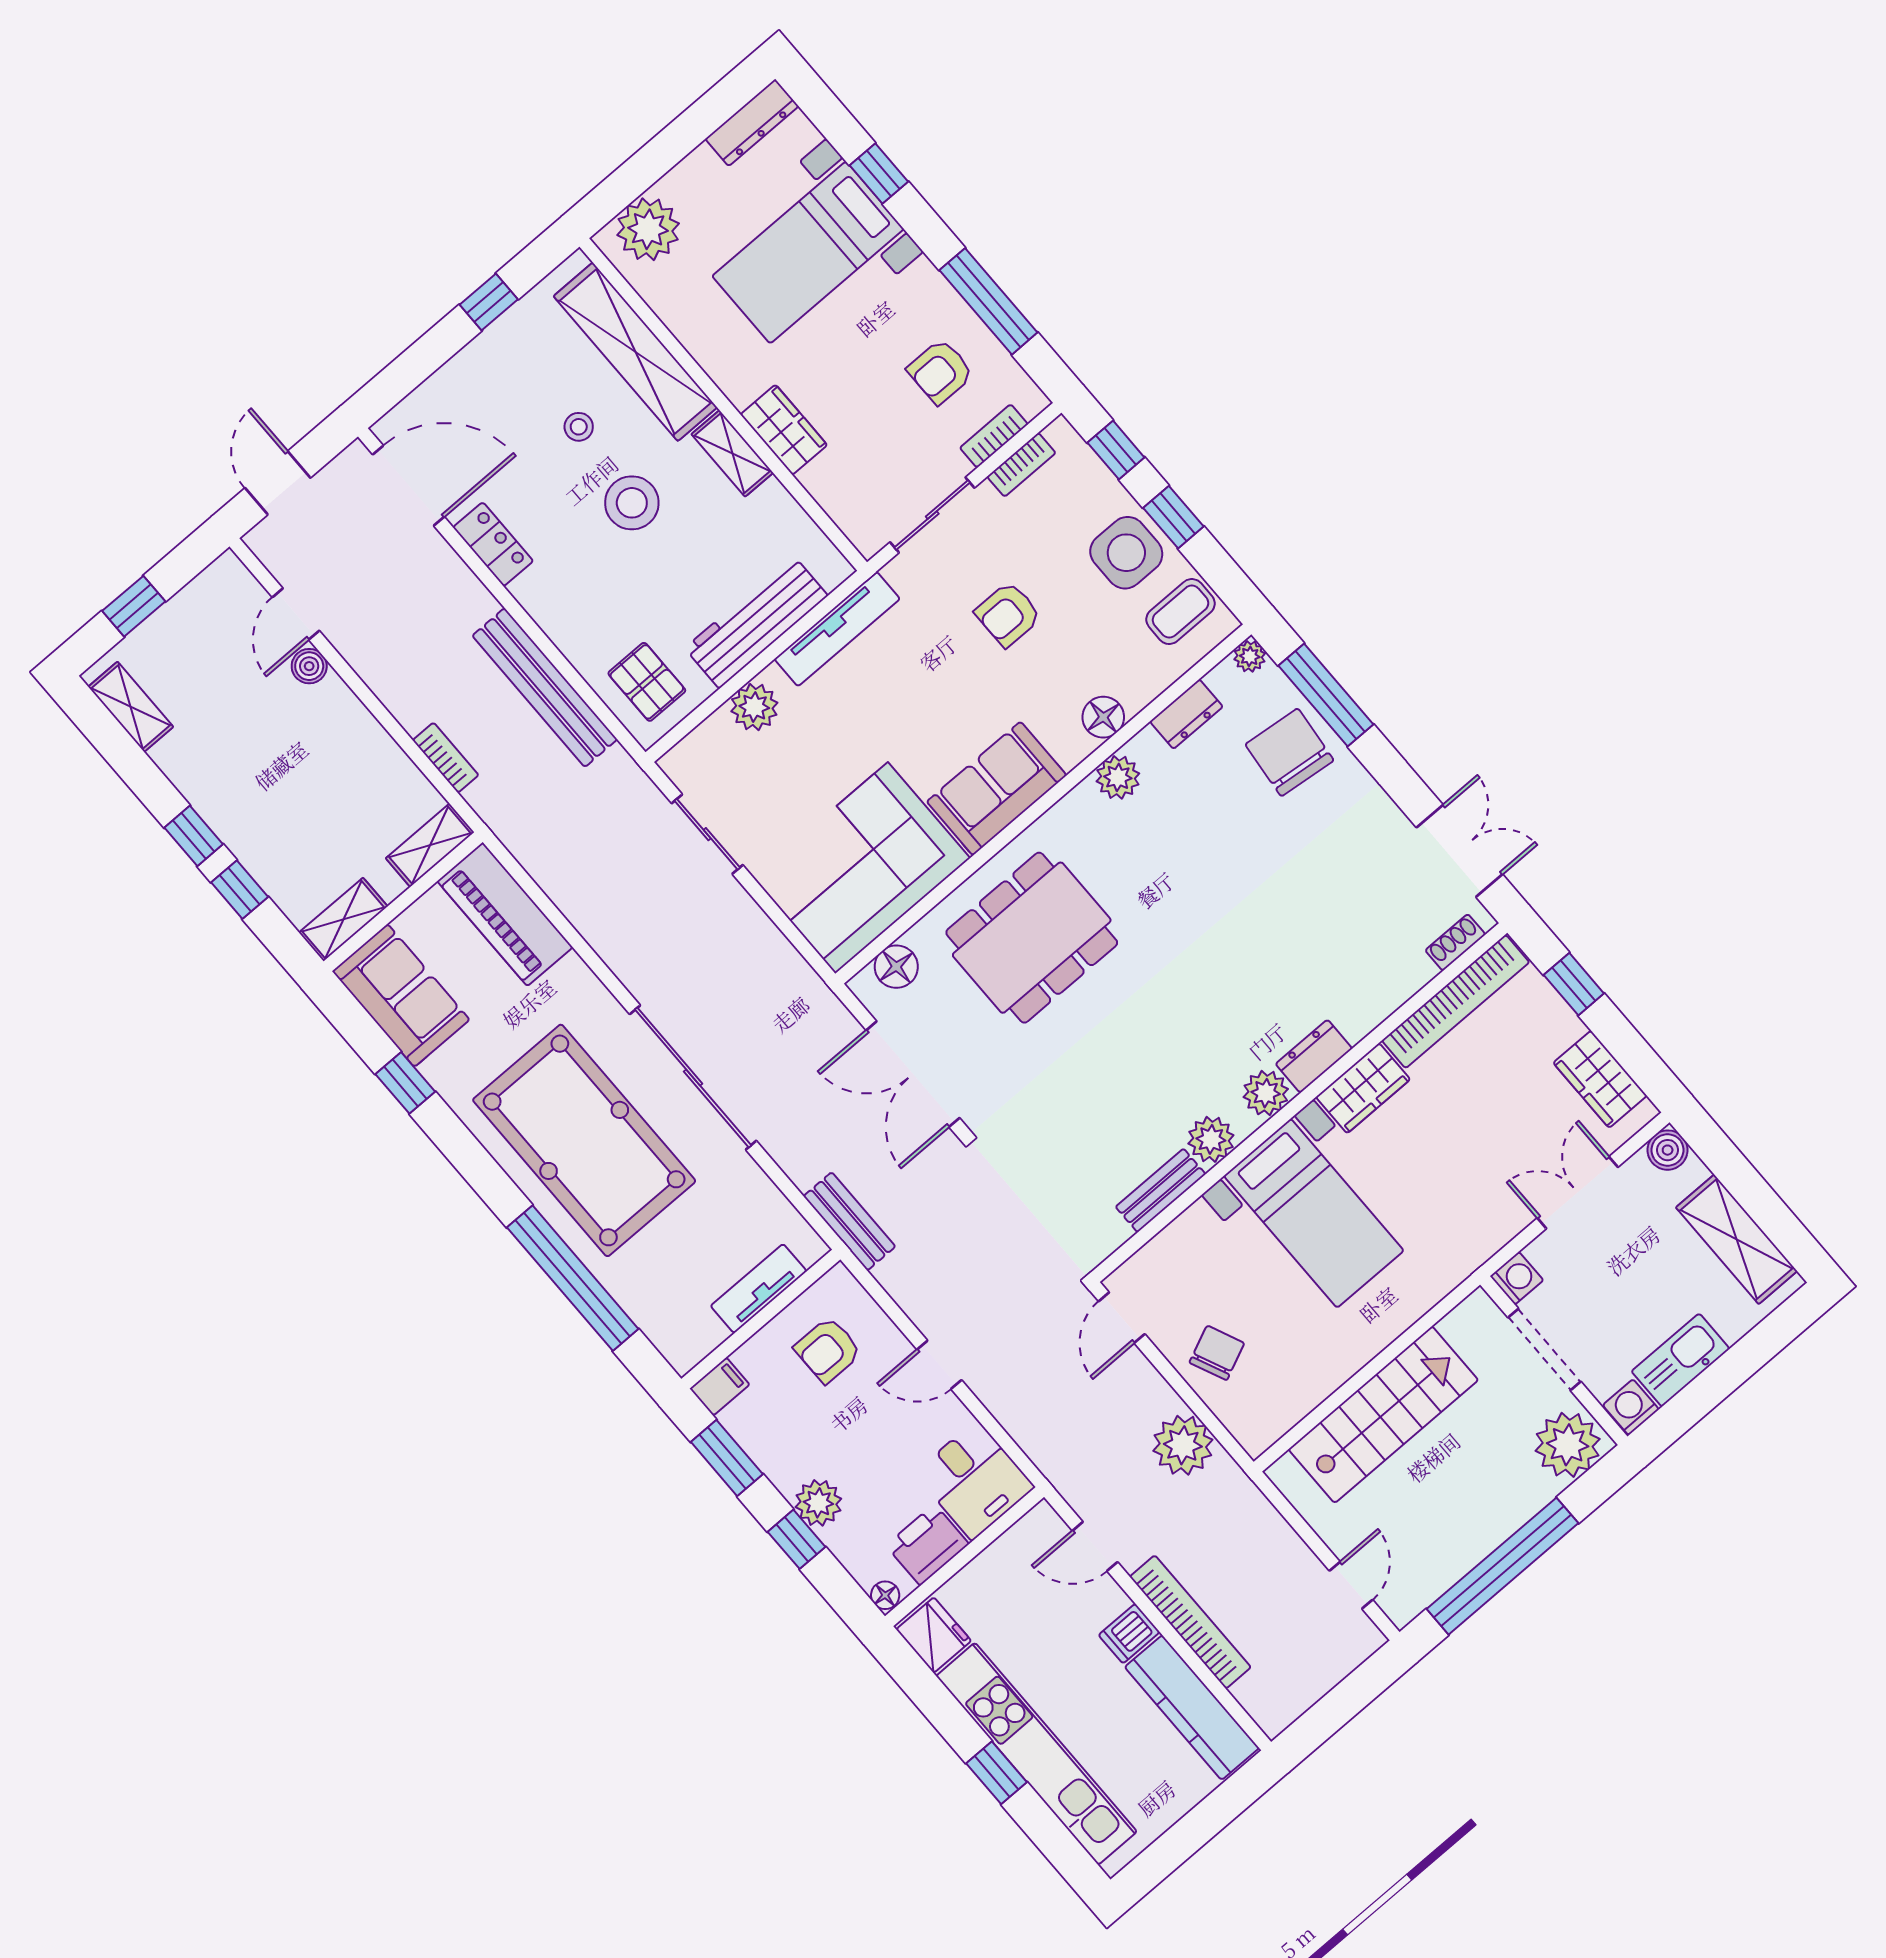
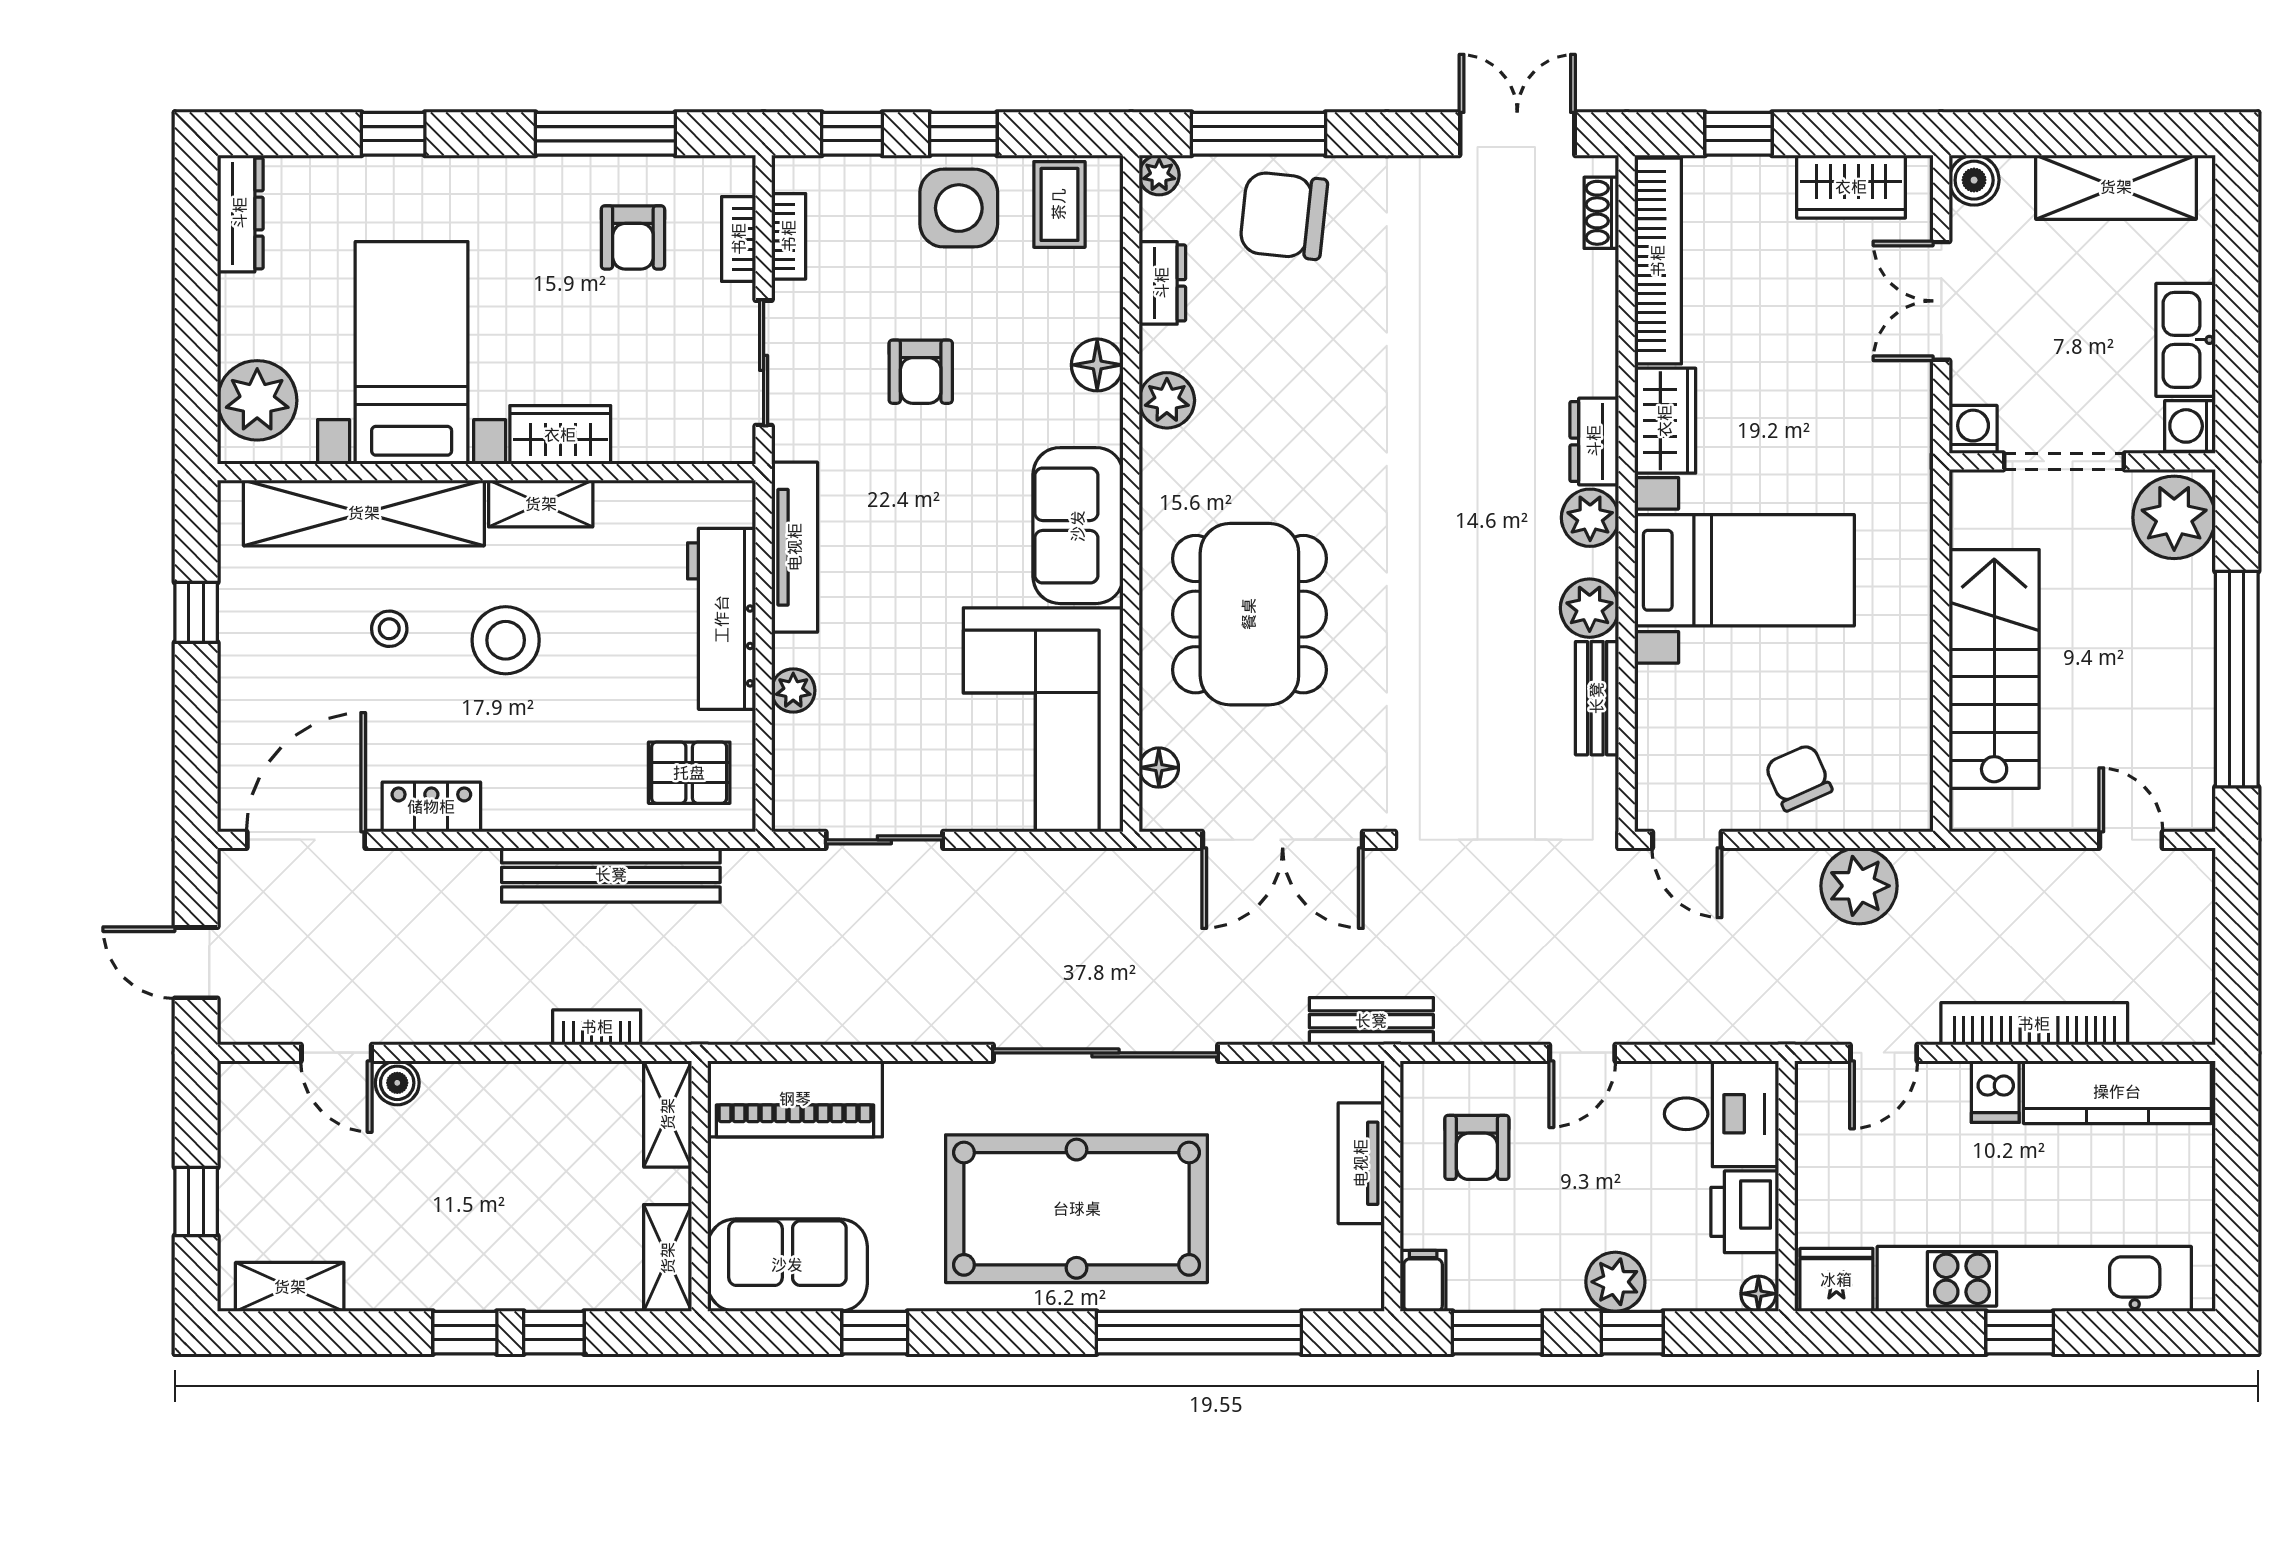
bed with nightstands: (808, 252) -> (412, 353), moved, turned 180
plant: (754, 707) -> (793, 690), width x0.73, depth x0.73
floor lamp: (896, 967) -> (1159, 768), width x0.73, depth x0.73

